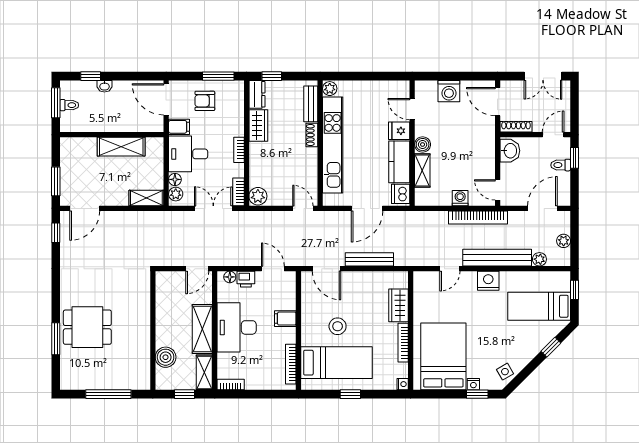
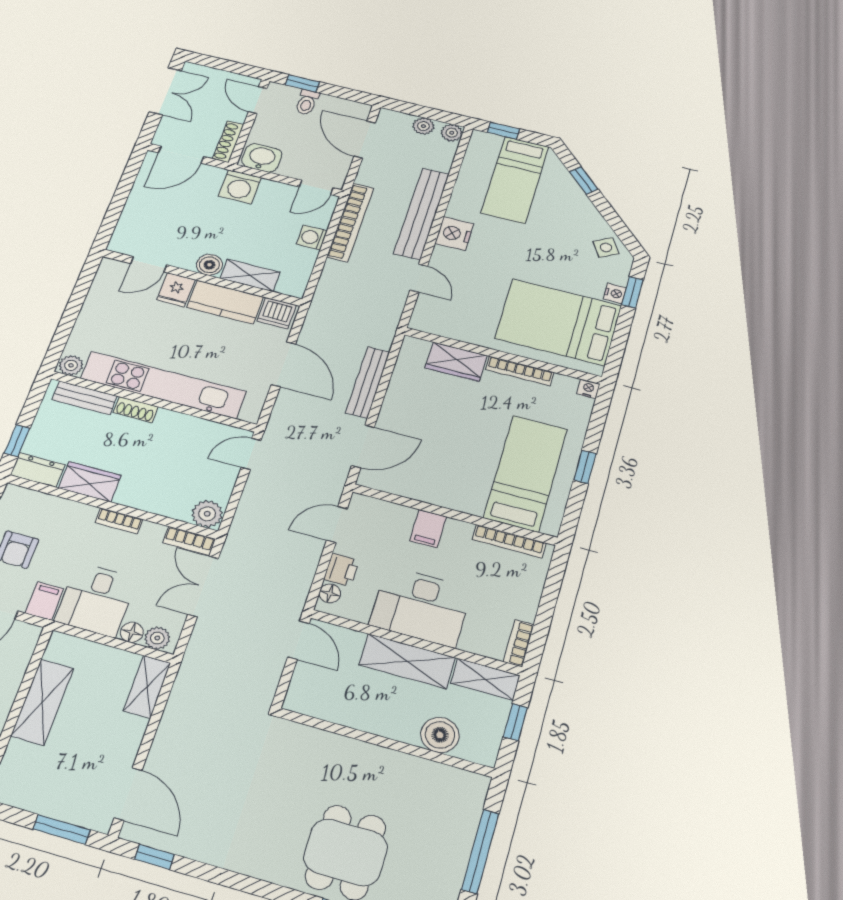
washing machine: (449, 91) -> (240, 187), moved, turned 90
plant: (539, 259) -> (452, 133), moved
stool: (338, 326) -> (465, 456), removed

